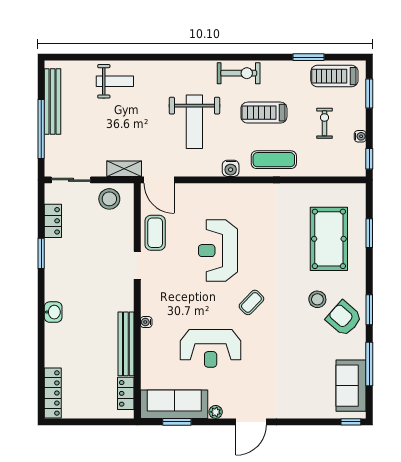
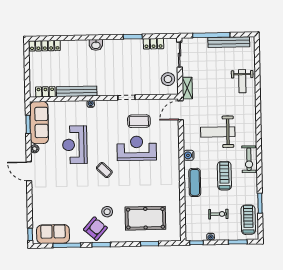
coffee table: (155, 233) -> (139, 121), moved

